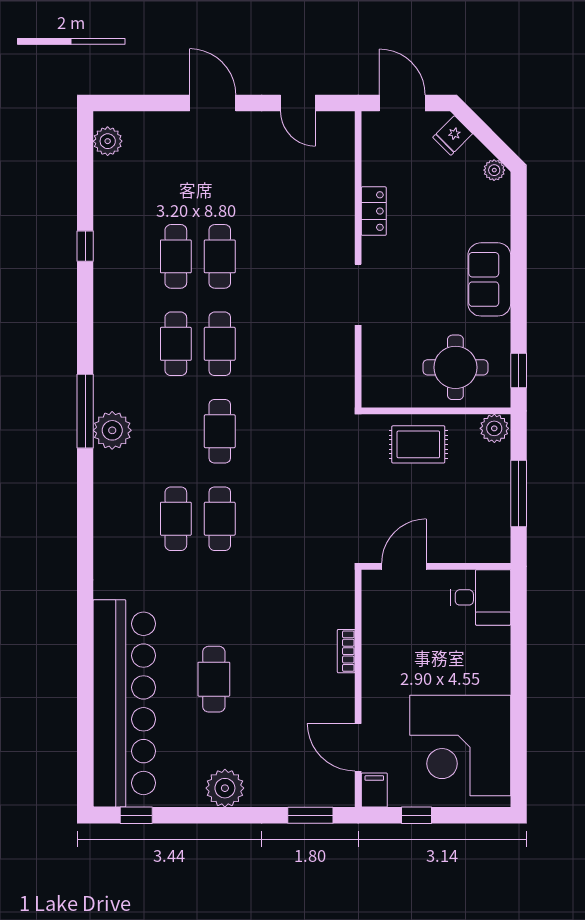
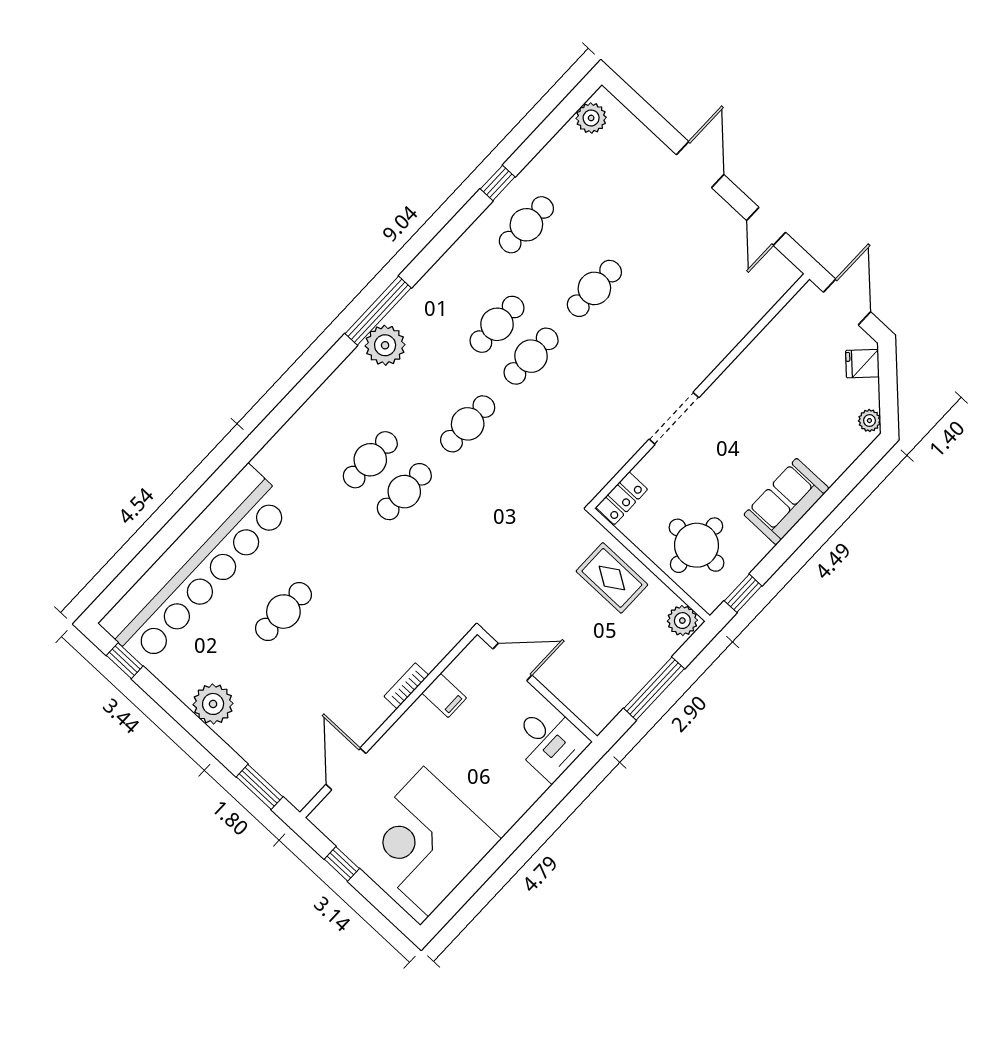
locker: (374, 211) -> (622, 498), moved
cafe table: (176, 256) -> (526, 225), moved
filing cabinet: (374, 790) -> (444, 695), moved, turned 90

